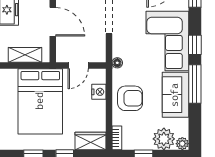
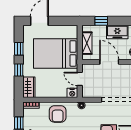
door: (53, 22) -> (109, 62), swing flipped
nightstand: (99, 92) -> (72, 93), moved

